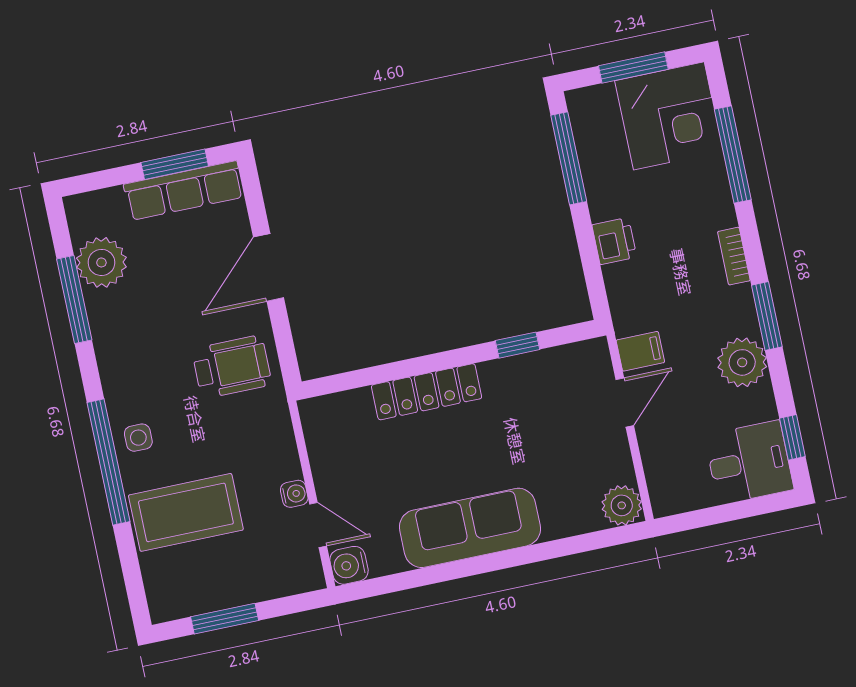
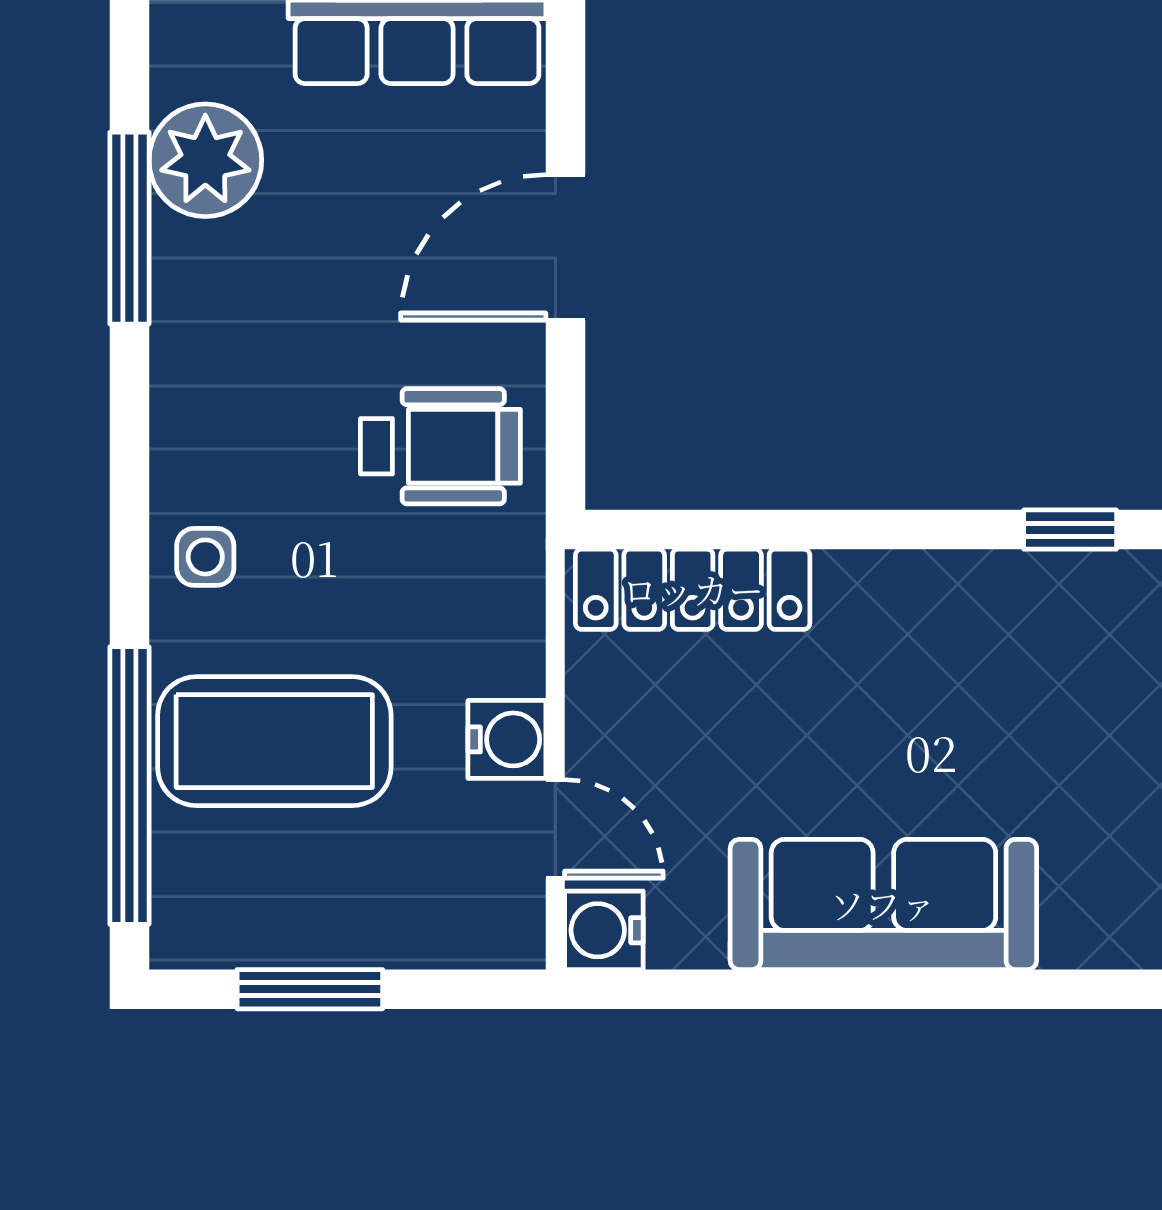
locker: (427, 392) -> (693, 589), moved
window: (108, 462) -> (129, 785), moved
water cooler: (294, 494) -> (507, 739), width x1.38, depth x1.38

